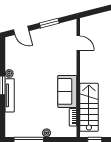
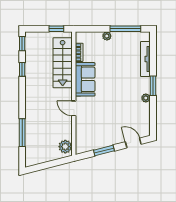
plant: (86, 27) -> (65, 147), added
door: (78, 43) -> (74, 108), moved
tv unit: (10, 95) -> (145, 59), moved

